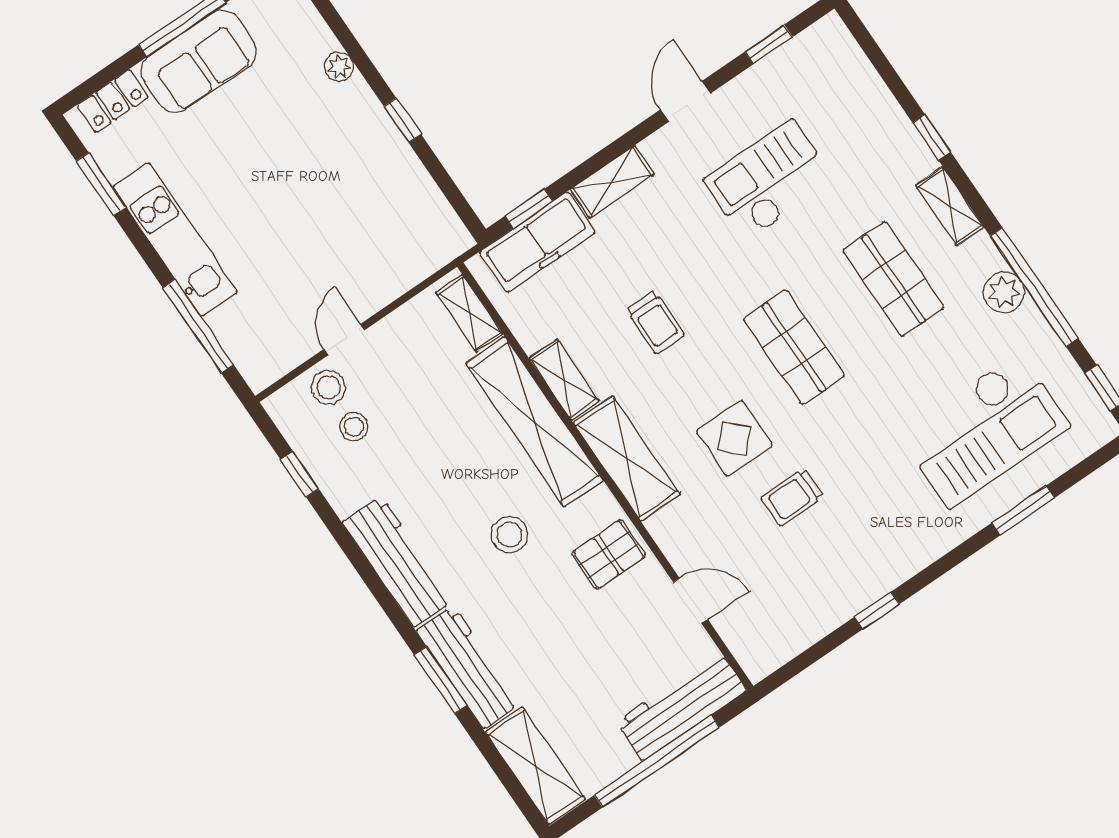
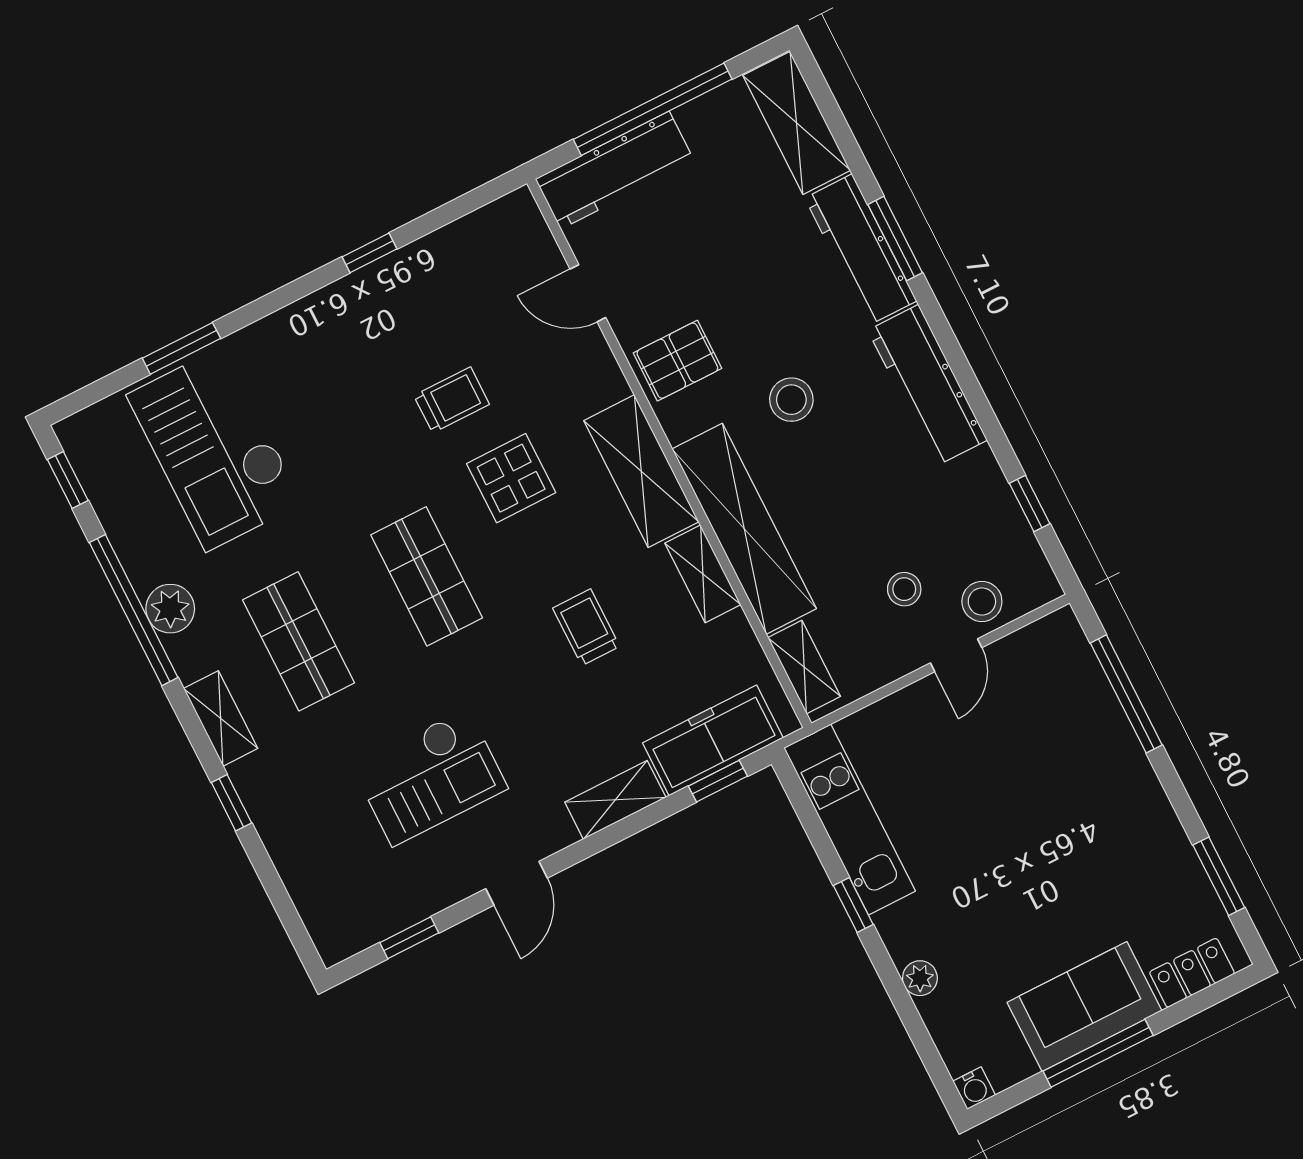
kitchen unit: (175, 240) -> (850, 820), moved, turned 180
stool: (354, 427) -> (904, 589), moved
checkout: (984, 430) -> (215, 449), turned -90

